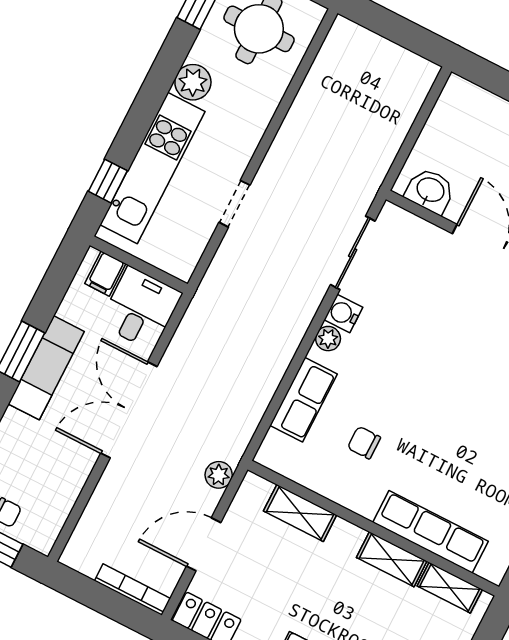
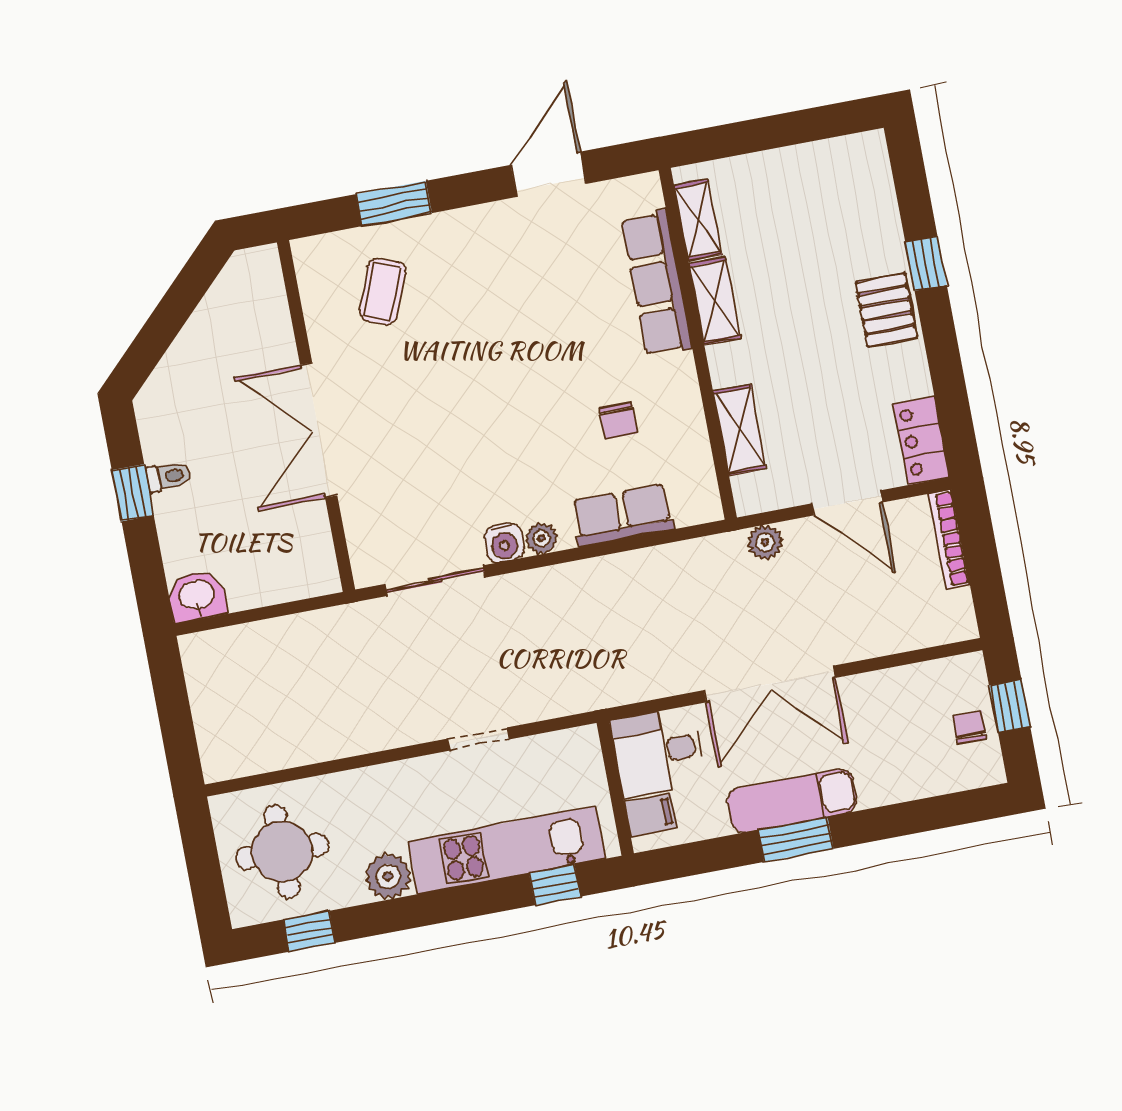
washbasin: (430, 191) -> (197, 596), moved, turned 90

